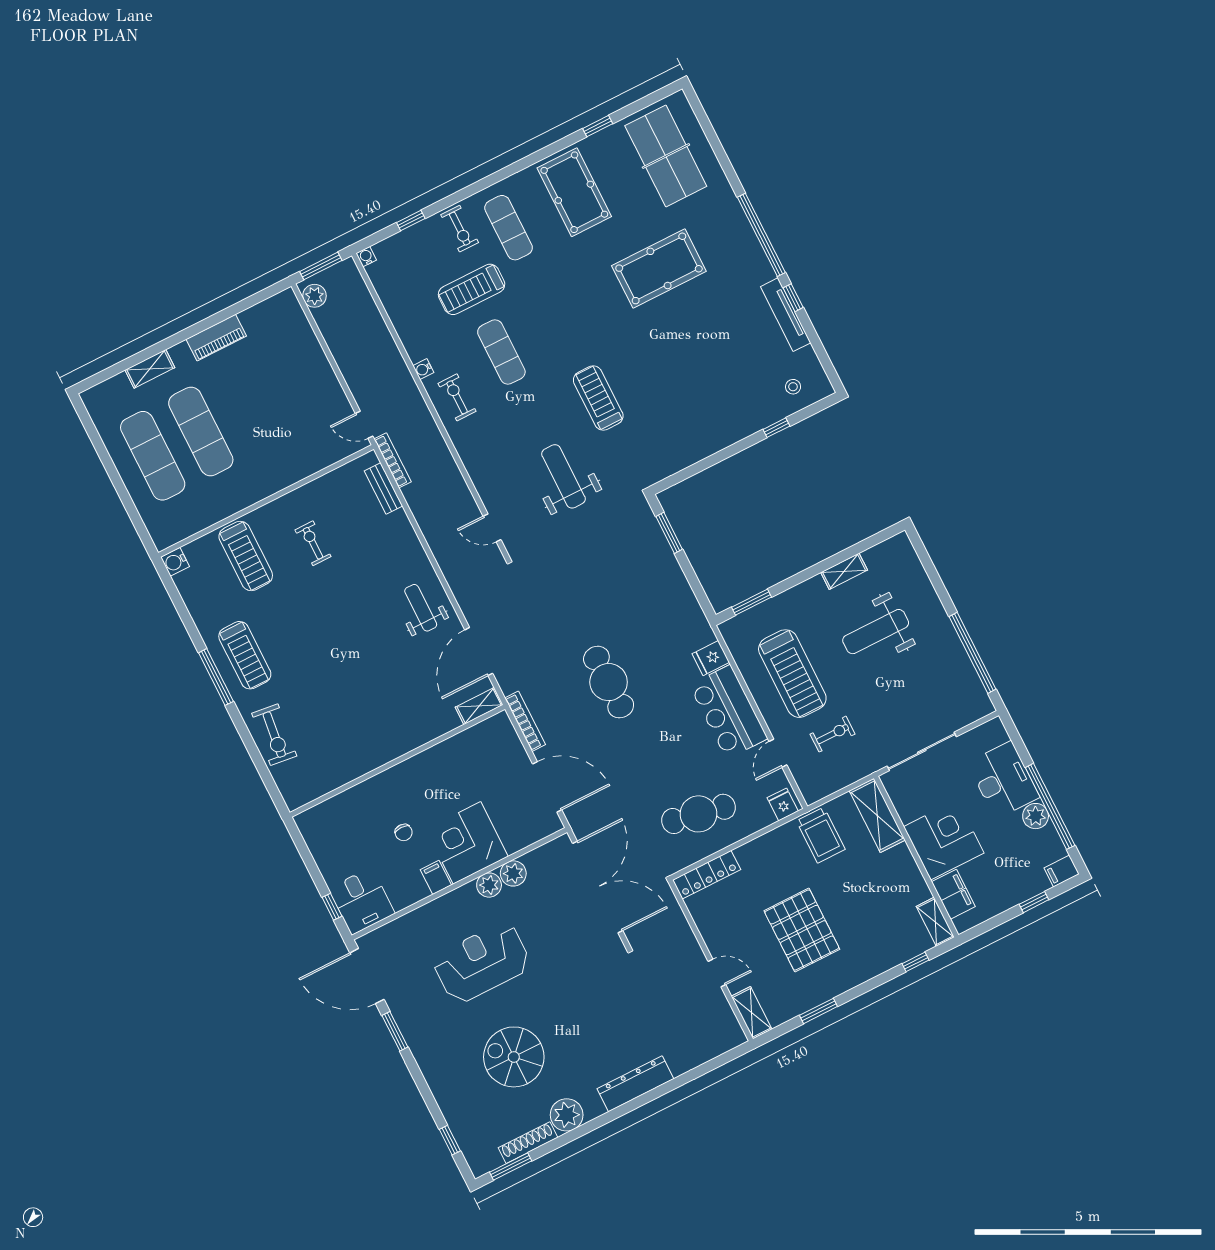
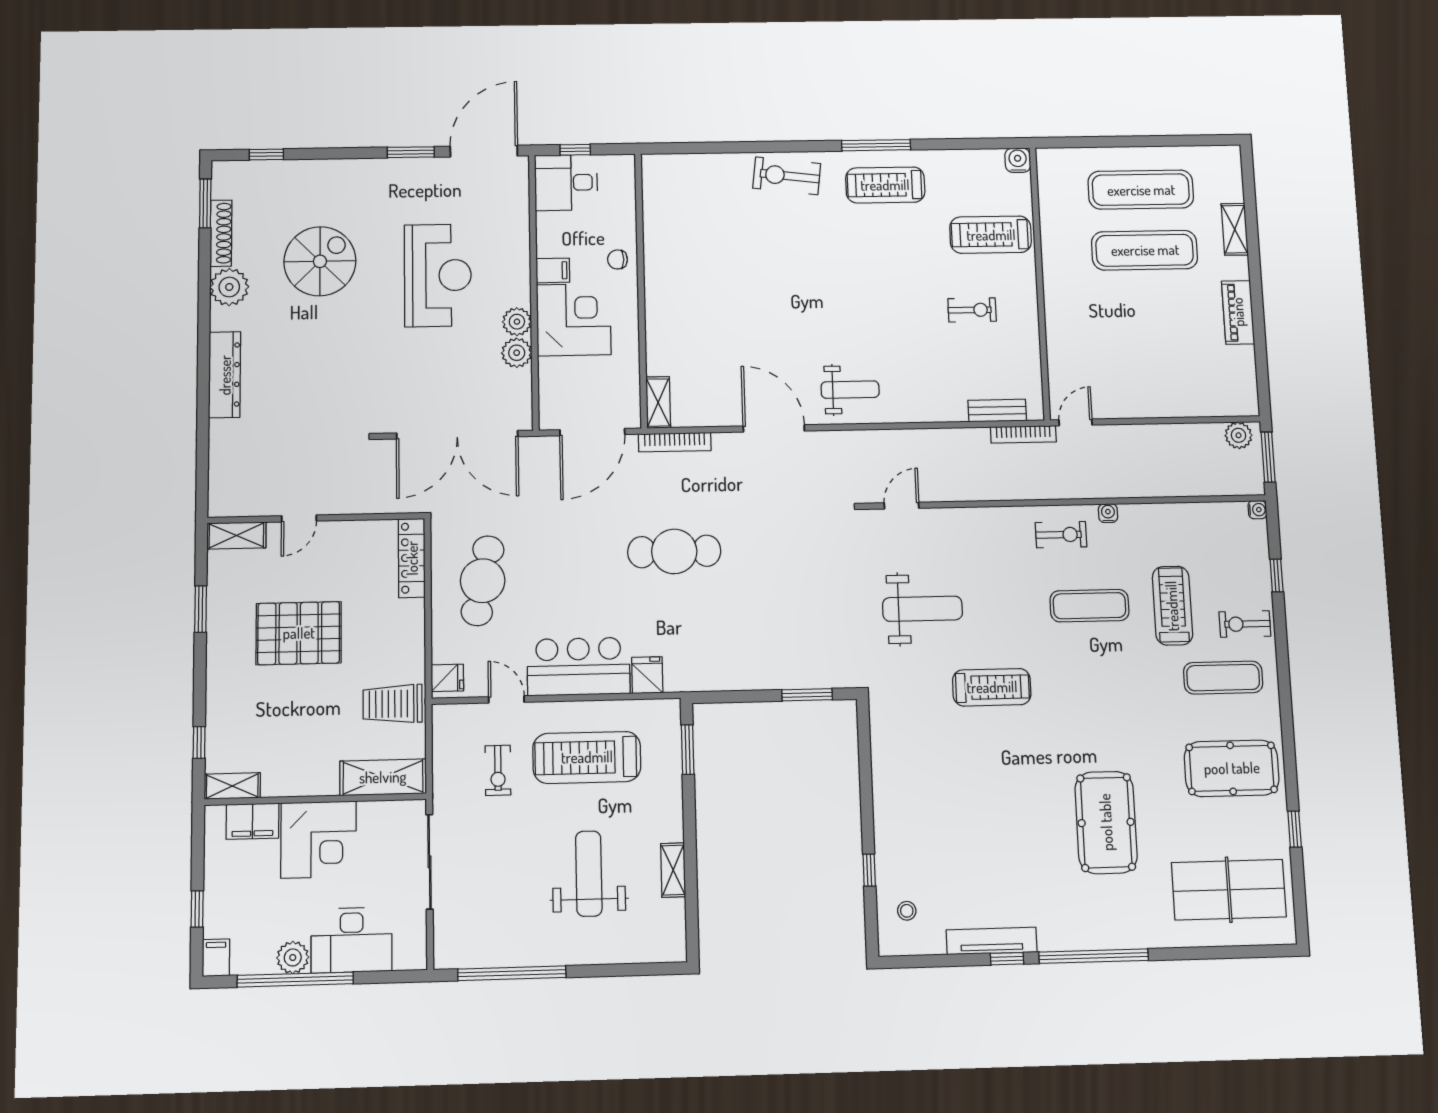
shelving: (479, 706) -> (658, 403), moved
wall: (397, 761) -> (641, 290), moved

